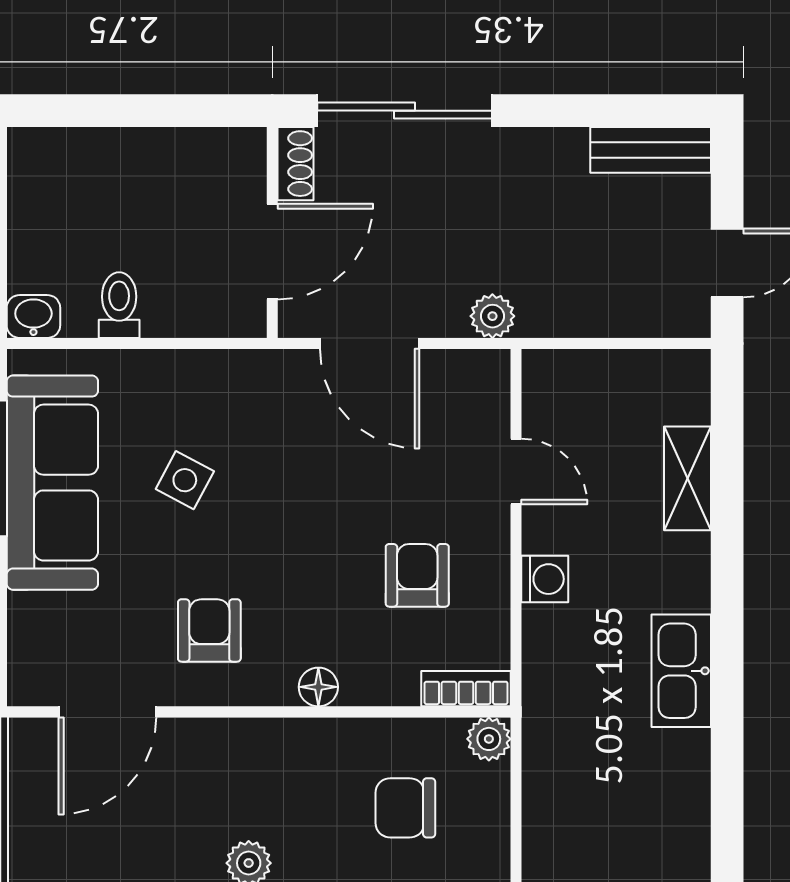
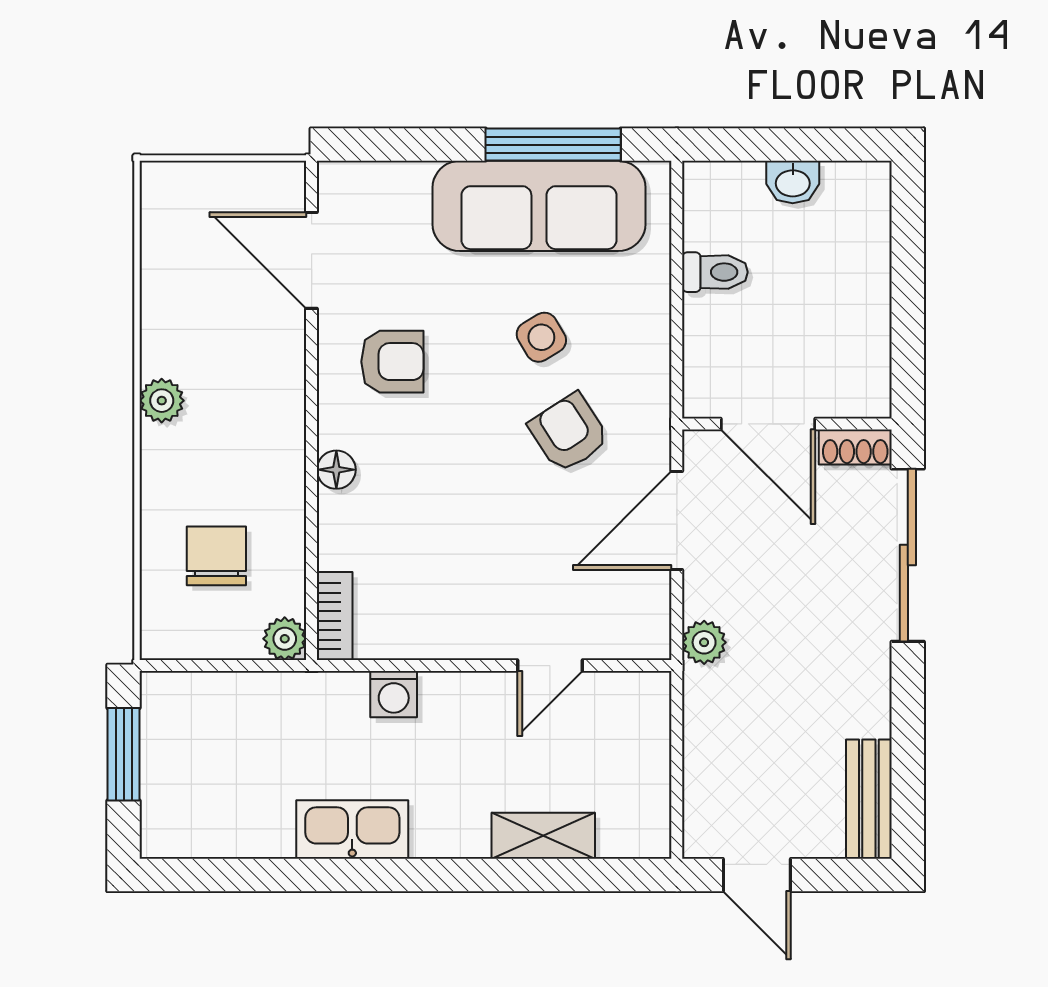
washbasin: (33, 317) -> (793, 182), moved, turned 90
side table: (185, 480) -> (541, 337), turned 31
armchair: (417, 575) -> (569, 433), moved, turned -123
washing machine: (545, 579) -> (394, 694), moved

